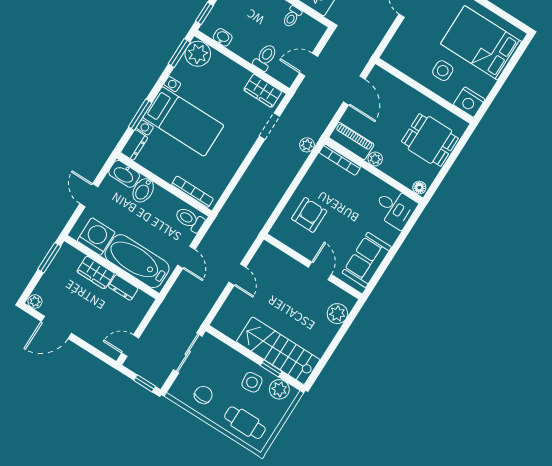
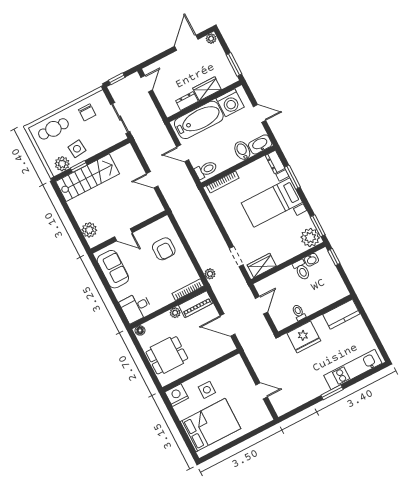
toilet: (265, 57) -> (302, 270), moved

